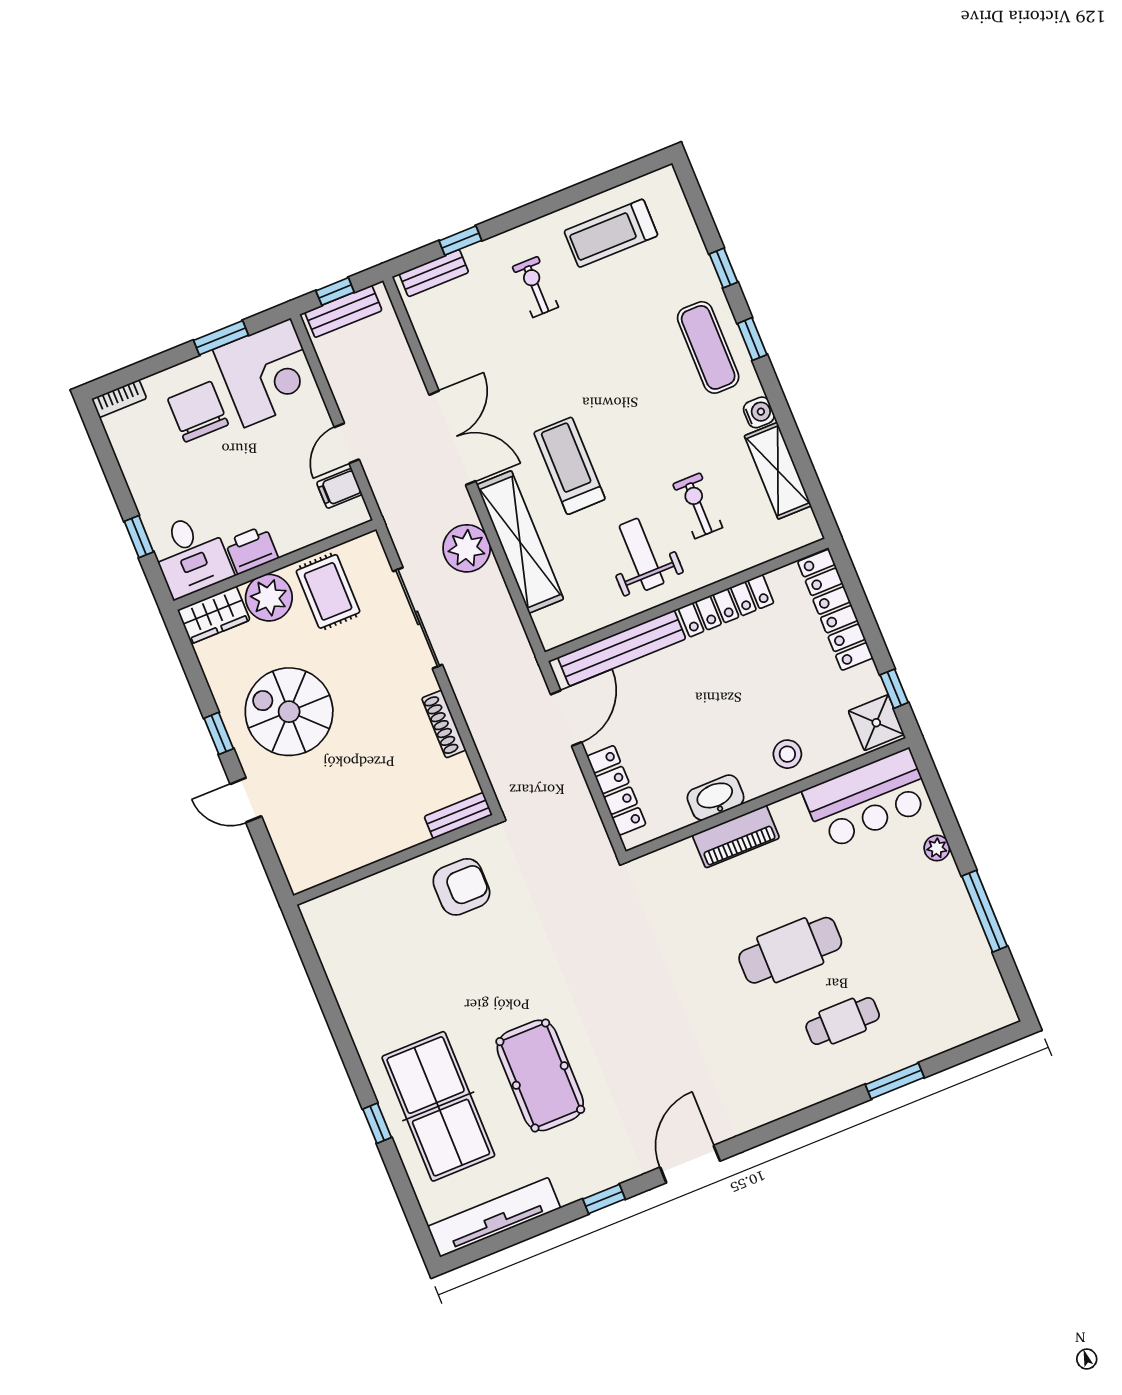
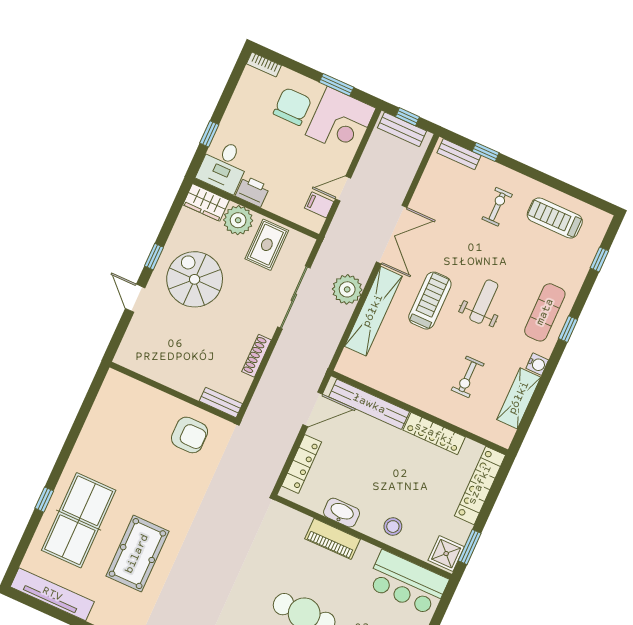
window: (723, 268) -> (599, 259), moved
exercise bike: (698, 506) -> (468, 377), turned 180
weight bench: (642, 554) -> (484, 302), moved
window: (894, 689) -> (470, 547), width x1.50

